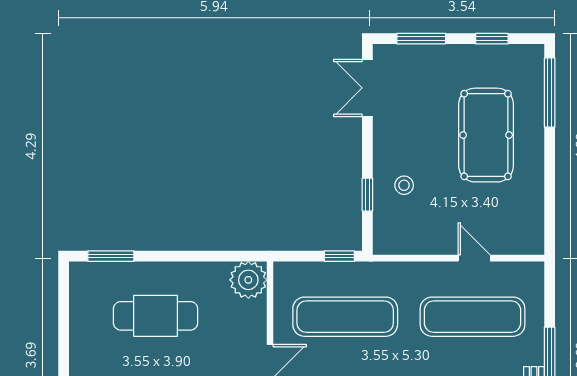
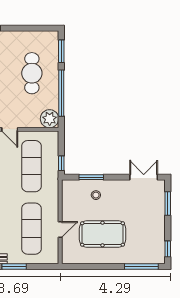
window: (492, 39) -> (168, 249), moved
pool table: (486, 135) -> (103, 234), moved
window: (367, 195) -> (91, 177), width x1.50
window: (196, 256) -> (61, 93), added

